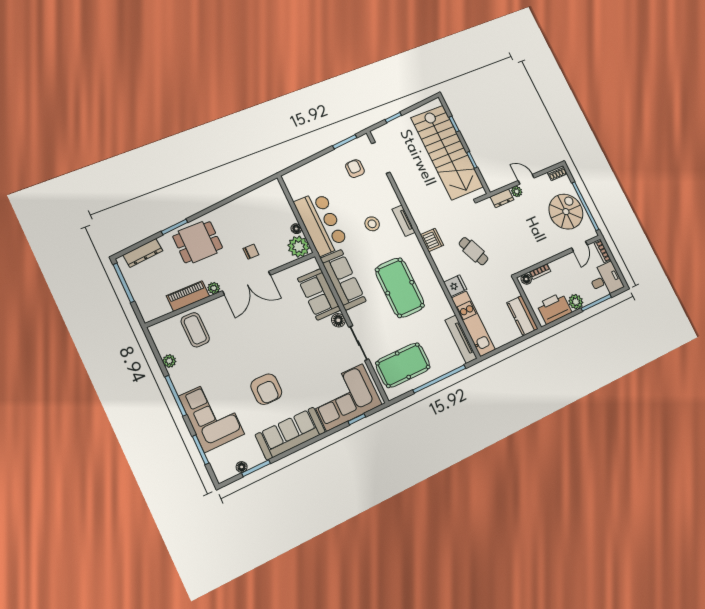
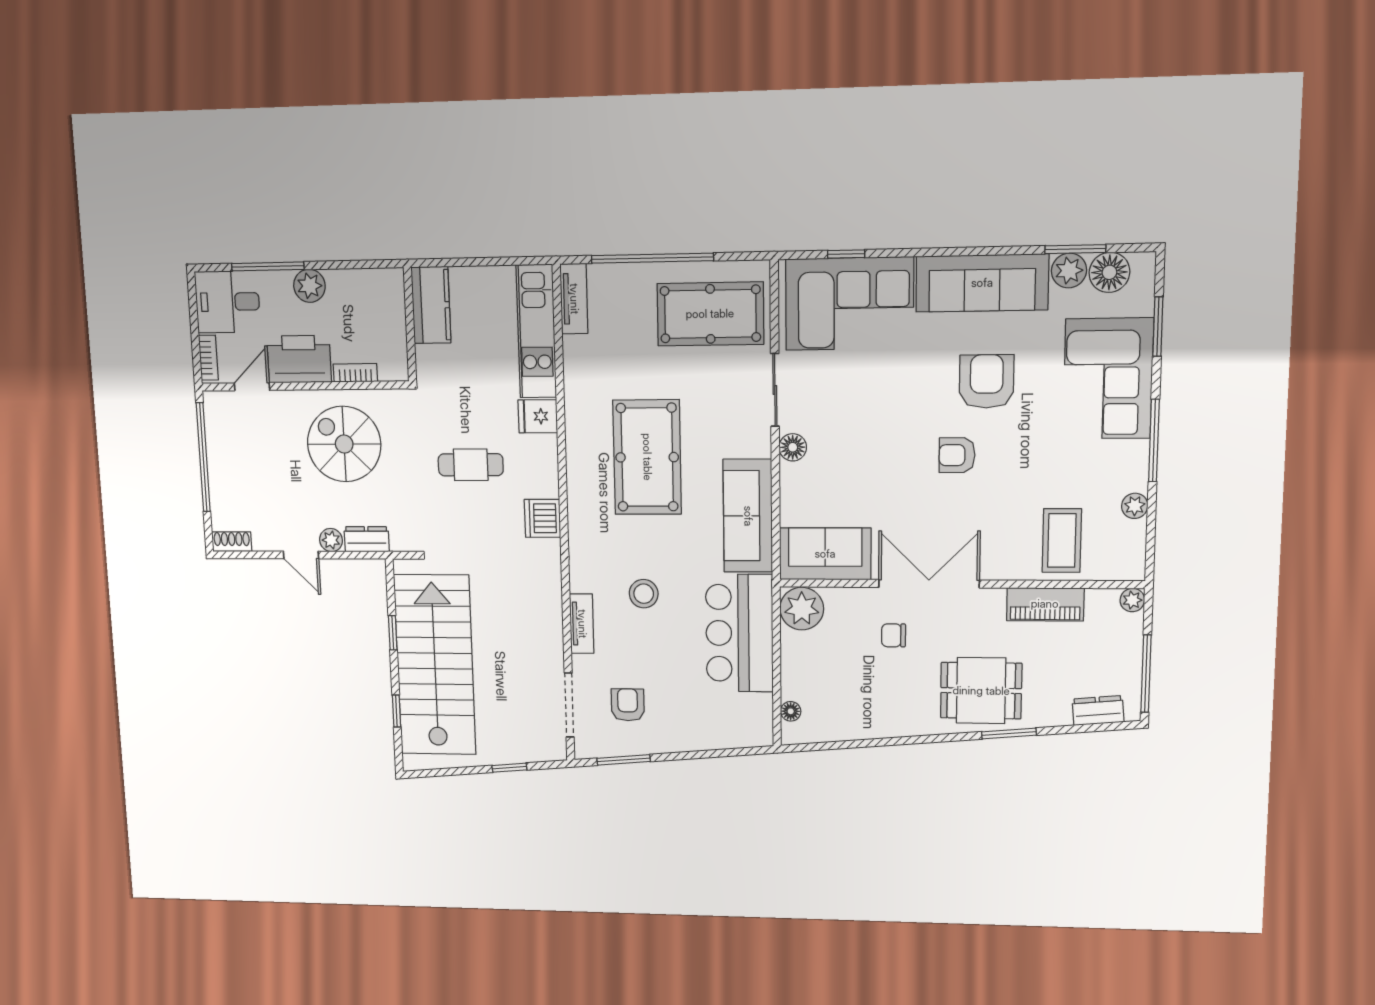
armchair: (355, 169) -> (628, 705), turned 180
spiral stairs: (566, 212) -> (344, 444), moved, turned 90
tv unit: (404, 221) -> (582, 624), moved
floor lamp: (296, 229) -> (791, 711), moved
cafe table: (474, 251) -> (471, 465), turned -66
dresser: (143, 253) -> (1098, 711), width x0.70
floor lamp: (526, 279) -> (390, 370), removed
plant: (214, 288) -> (1132, 600), moved
sofa: (319, 294) -> (825, 554), moved, turned -90
printer: (554, 308) -> (299, 359), moved, turned 180
tv unit: (461, 339) -> (574, 299), width x0.71
armchair: (263, 349) -> (957, 455), added
plant: (254, 457) -> (1069, 271), added
floor lamp: (242, 467) -> (1109, 272), width x1.89, depth x1.89

